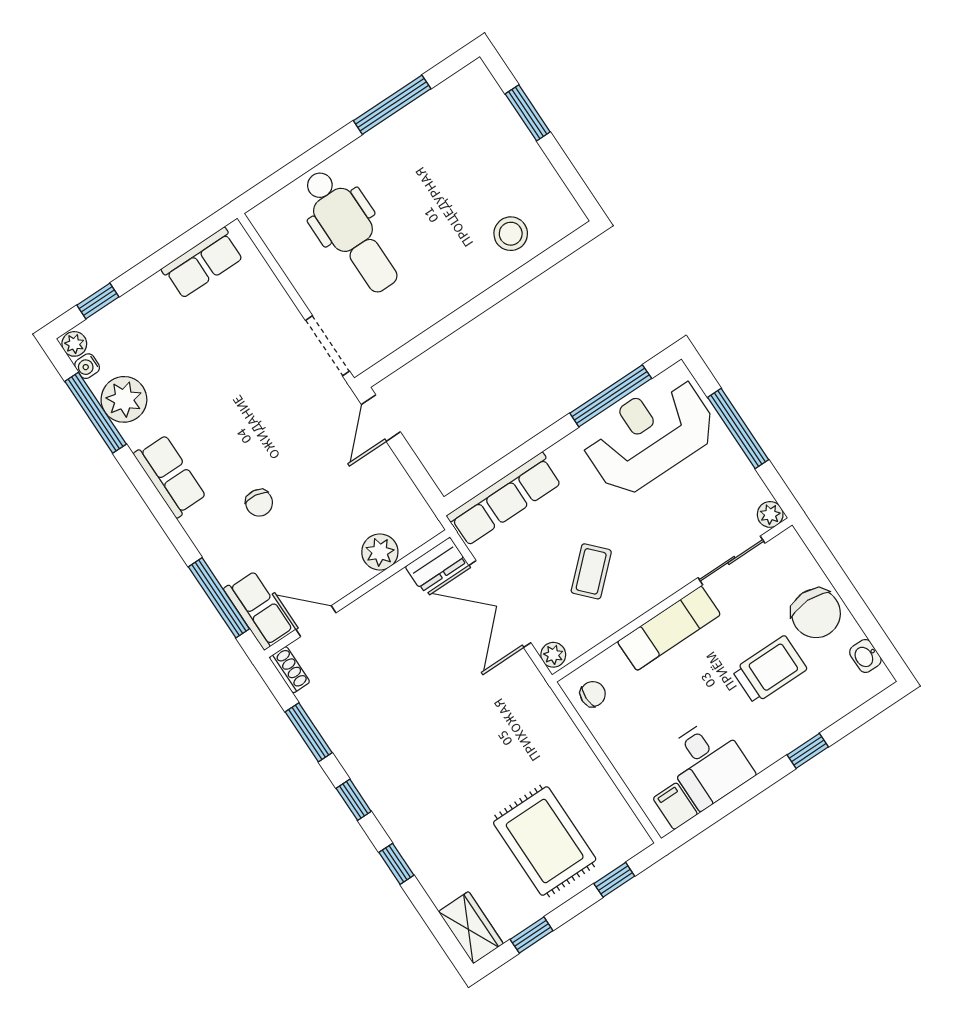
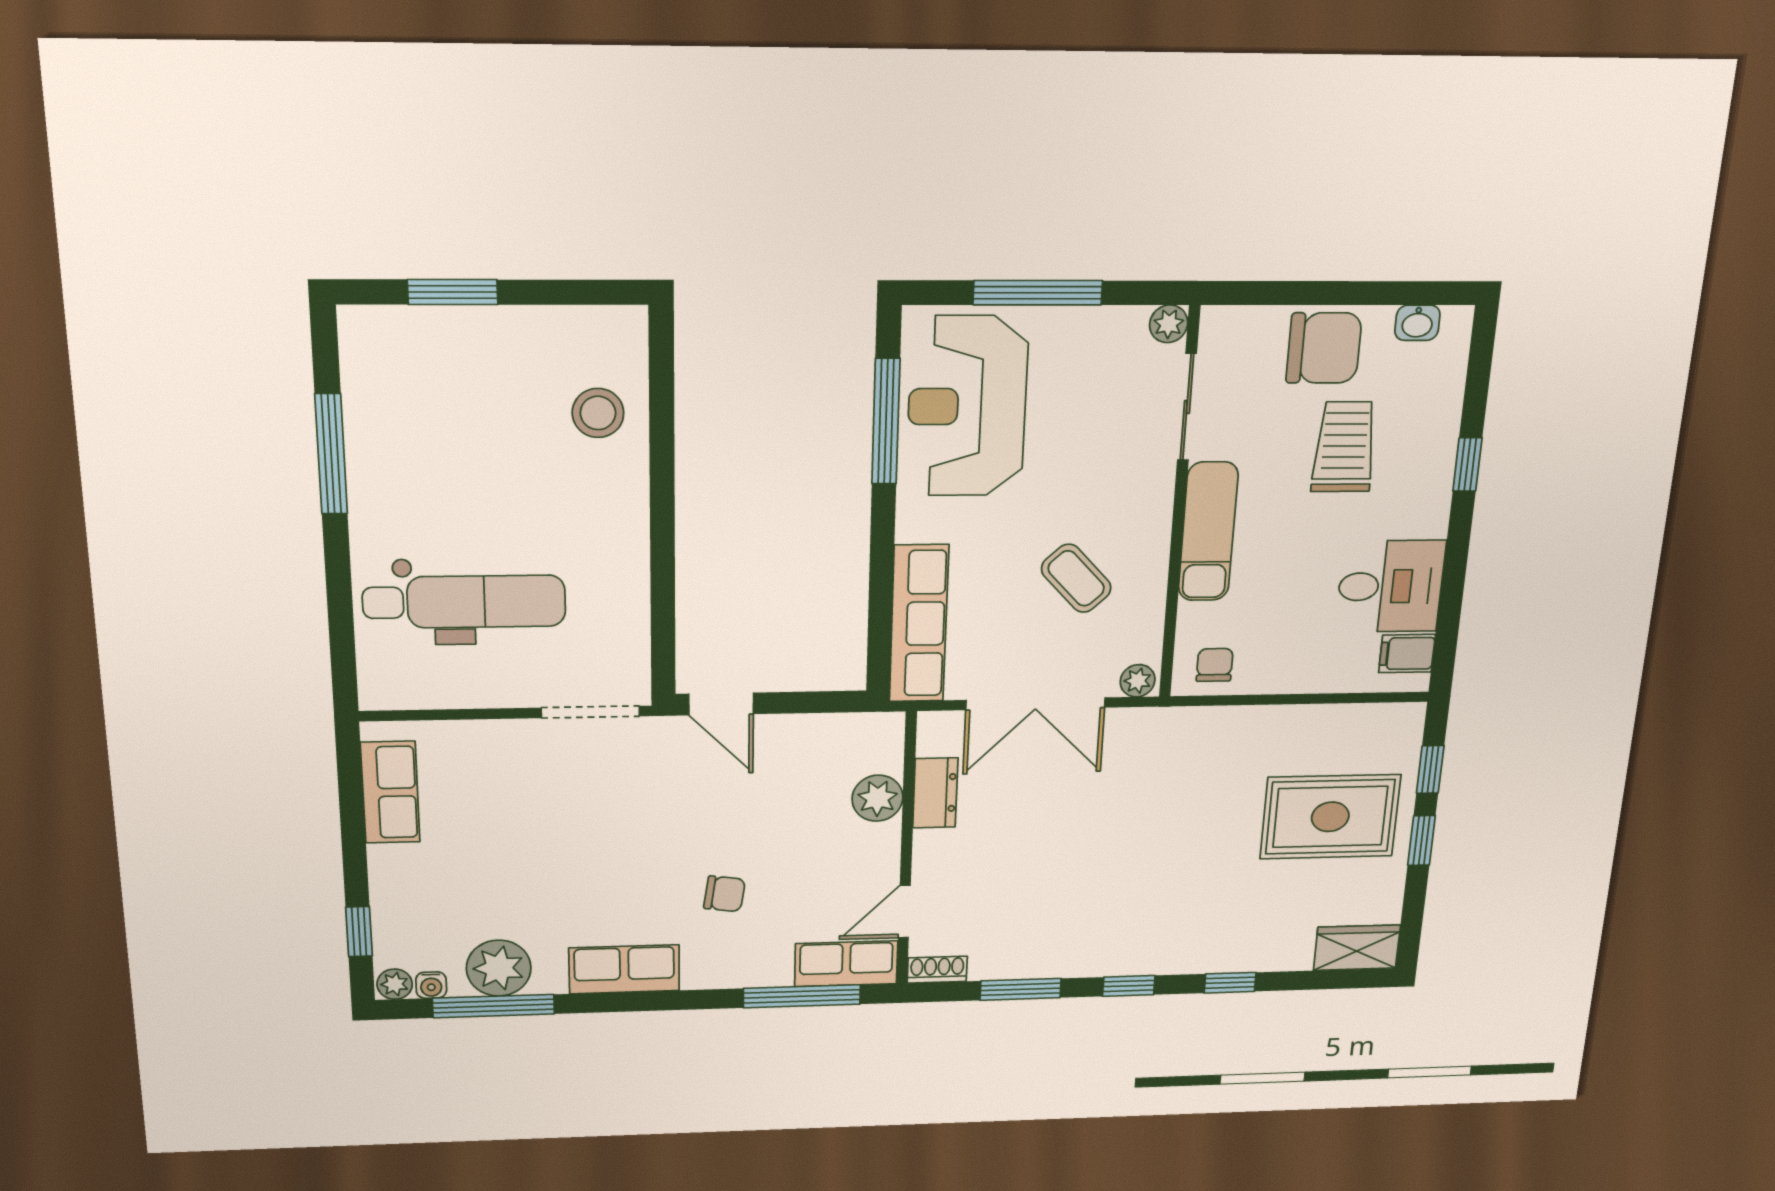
dresser: (436, 564) -> (935, 793), moved
window: (532, 935) -> (1422, 841), moved

